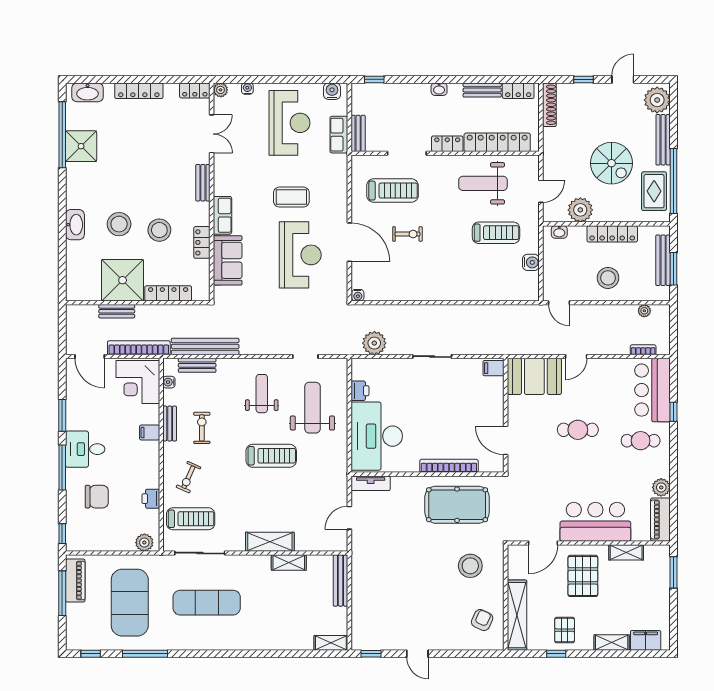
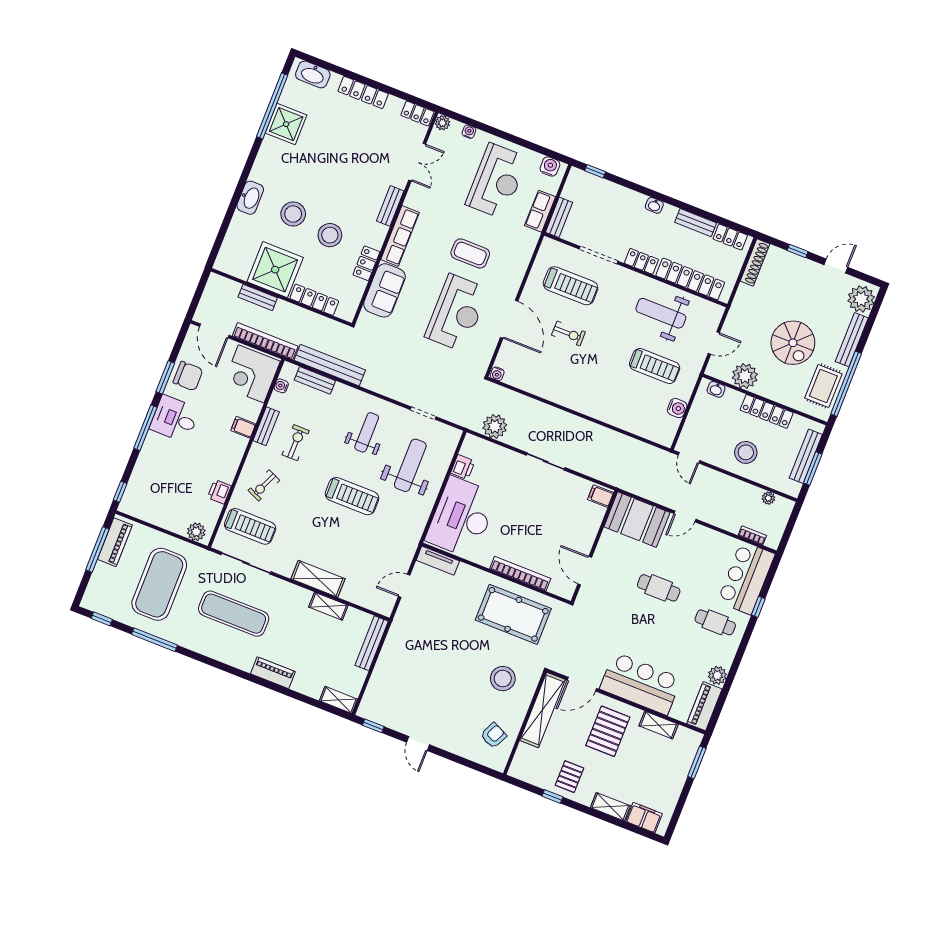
row of seats: (222, 215) -> (400, 236), width x1.48
chair: (97, 497) -> (188, 376), moved
shelving: (517, 615) -> (542, 710), moved
piano: (263, 642) -> (273, 673), added

